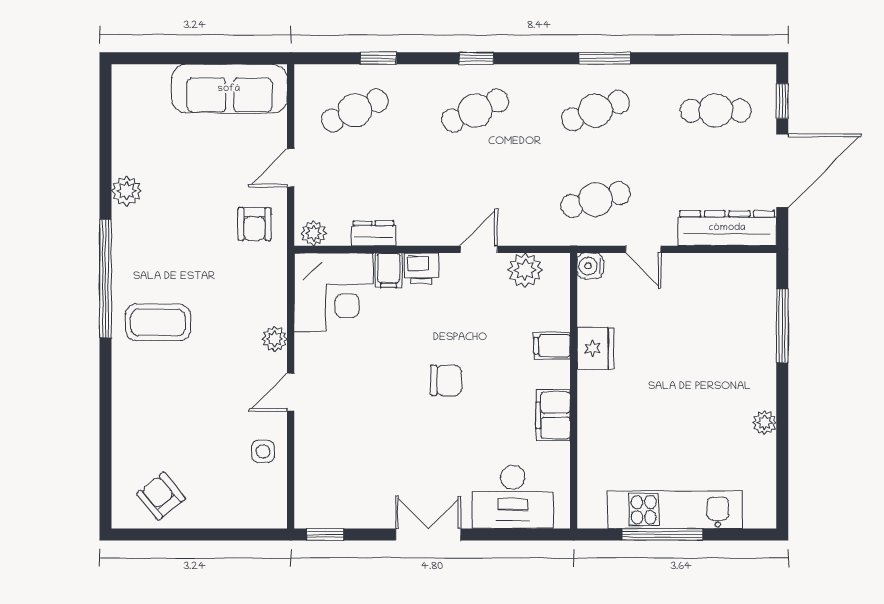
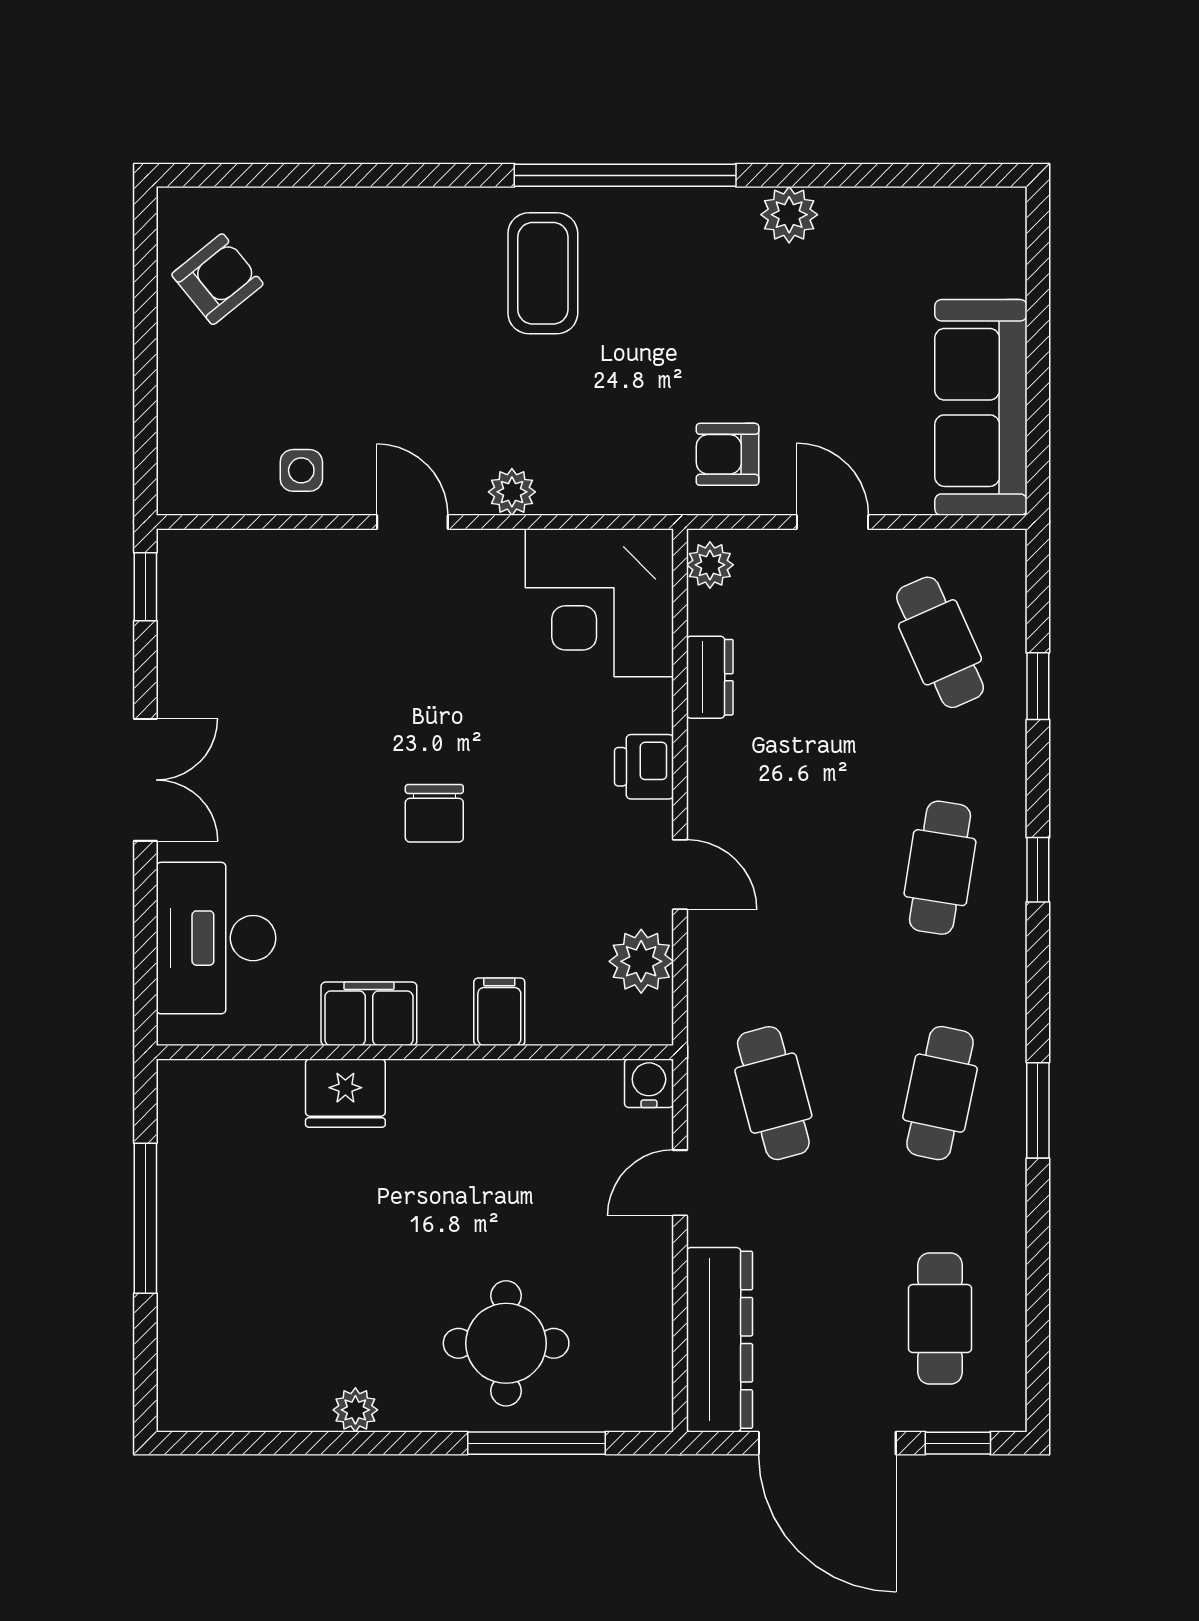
cafe table: (475, 111) -> (940, 868), turned 33
cafe table: (595, 111) -> (940, 1093), turned 33
filing cabinet: (389, 270) -> (641, 706), removed
round table: (729, 342) -> (506, 1343), added
fridge: (595, 348) -> (345, 1093), moved
kitchen unit: (675, 510) -> (192, 1242), removed

